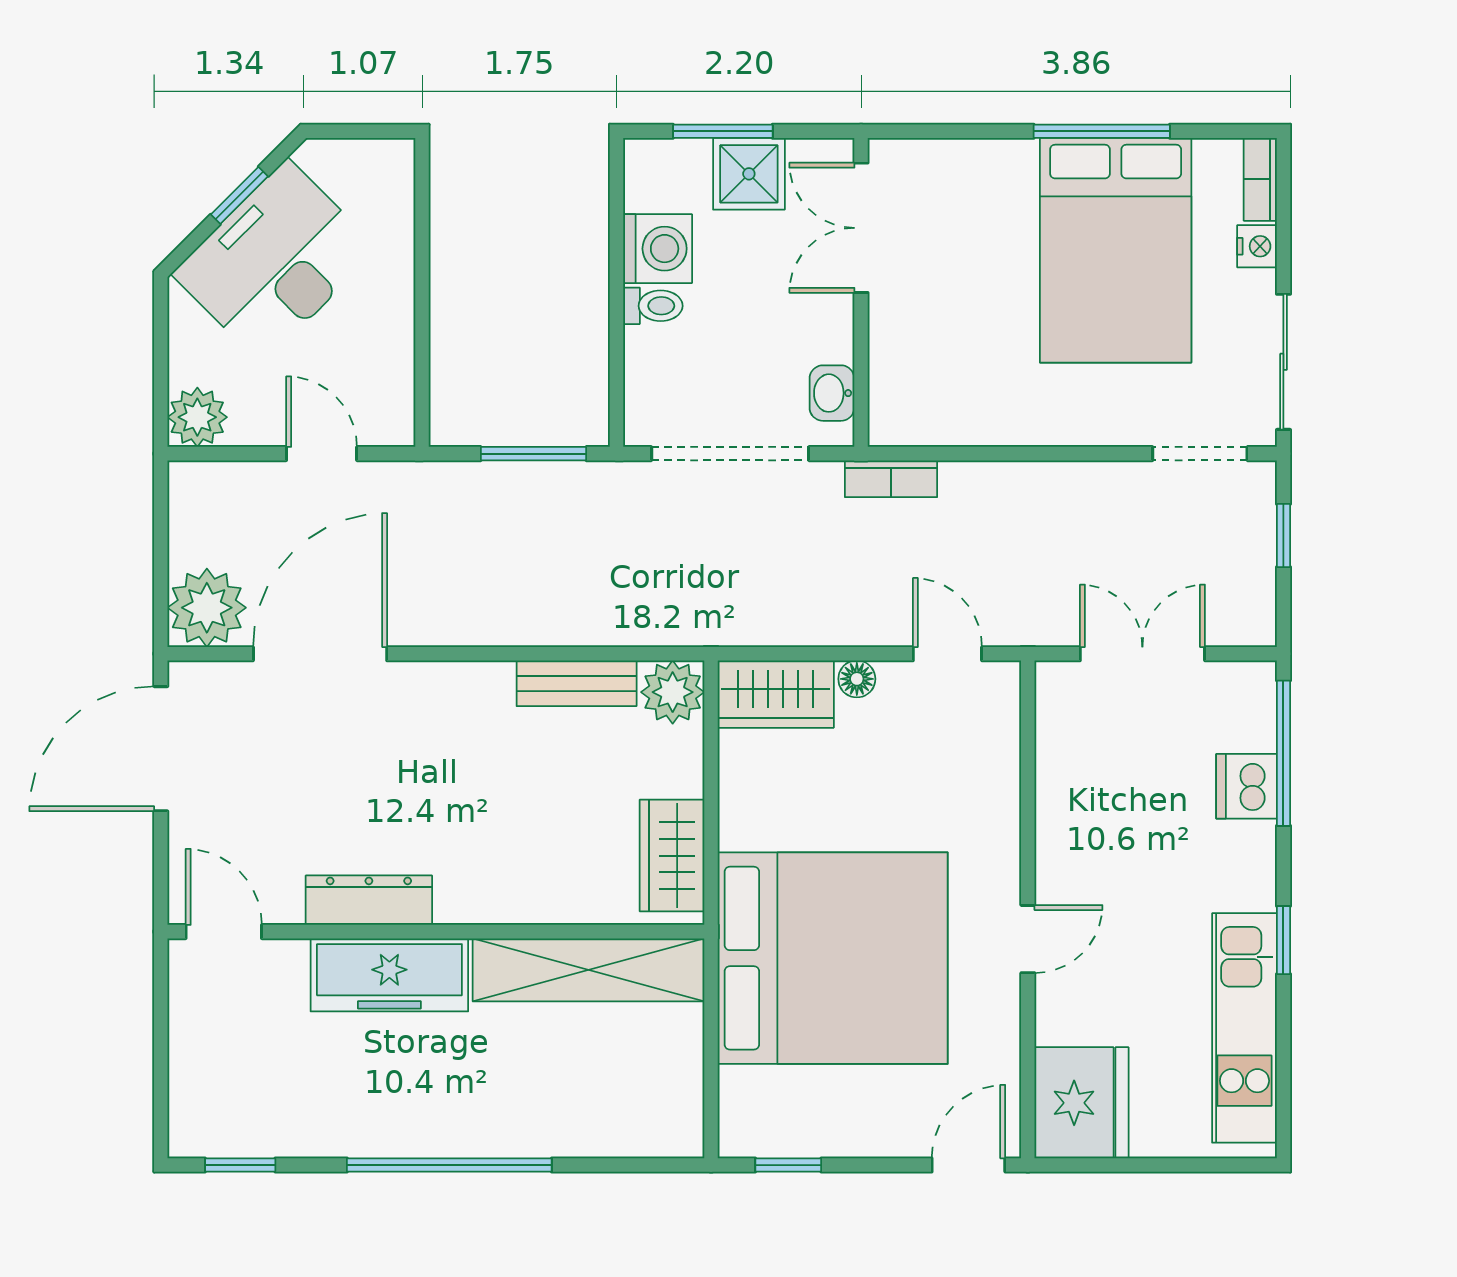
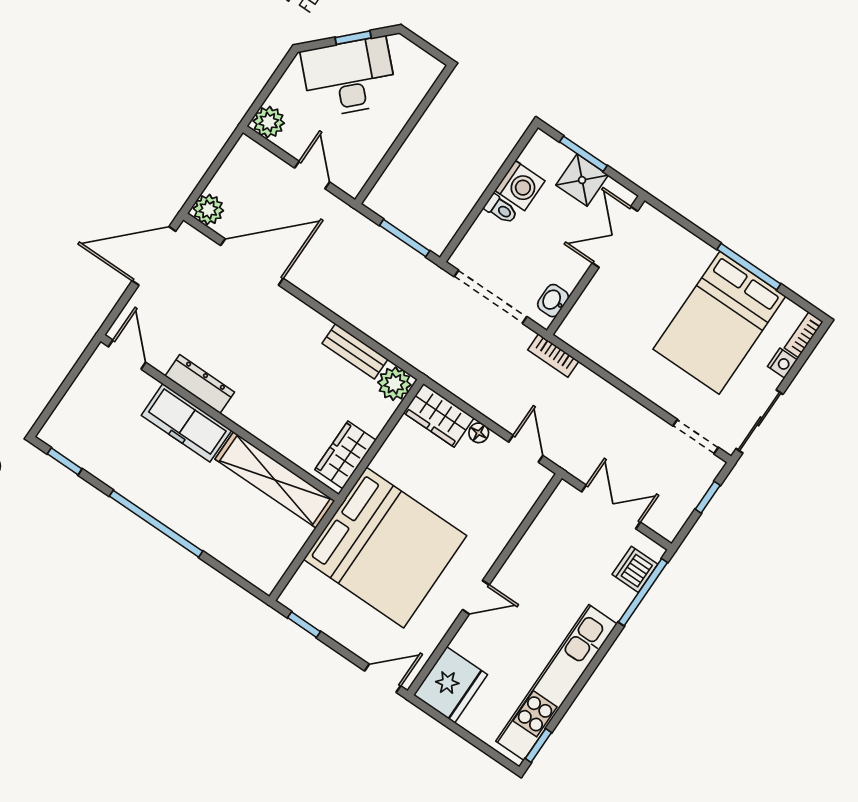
plant: (207, 608) -> (208, 210), width x0.73, depth x0.73
dishwasher: (1246, 786) -> (635, 569), moved
window: (1283, 940) -> (538, 746), moved
kitchen unit: (1244, 1028) -> (556, 682), width x1.36

